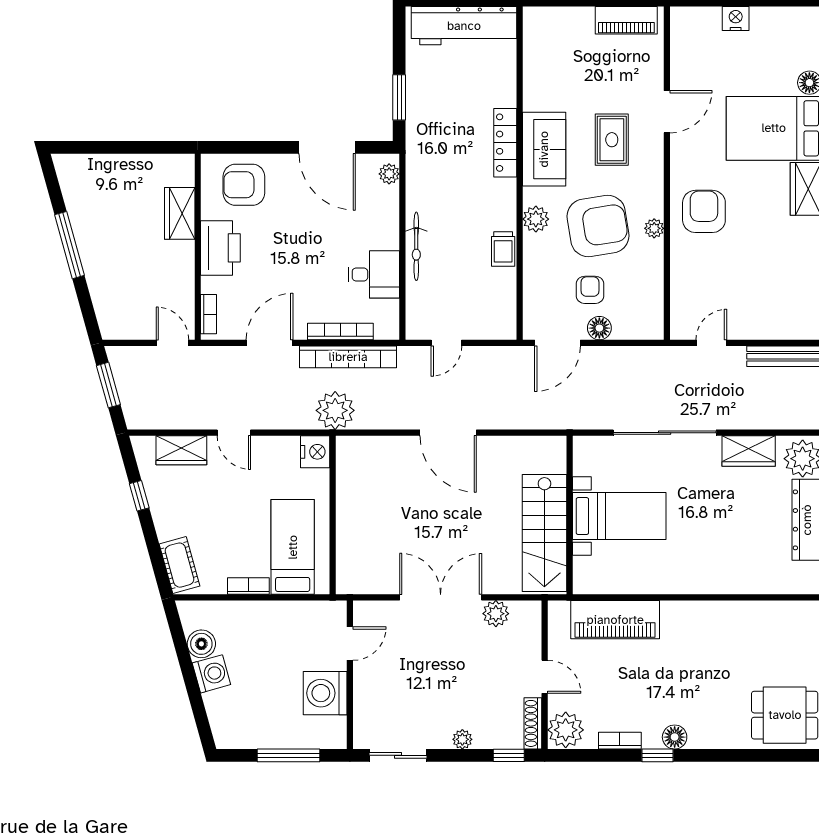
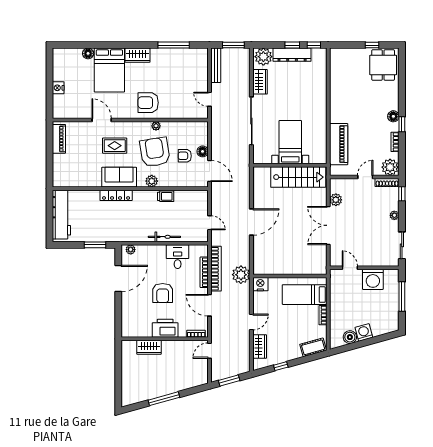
armchair: (244, 185) -> (163, 293), moved

